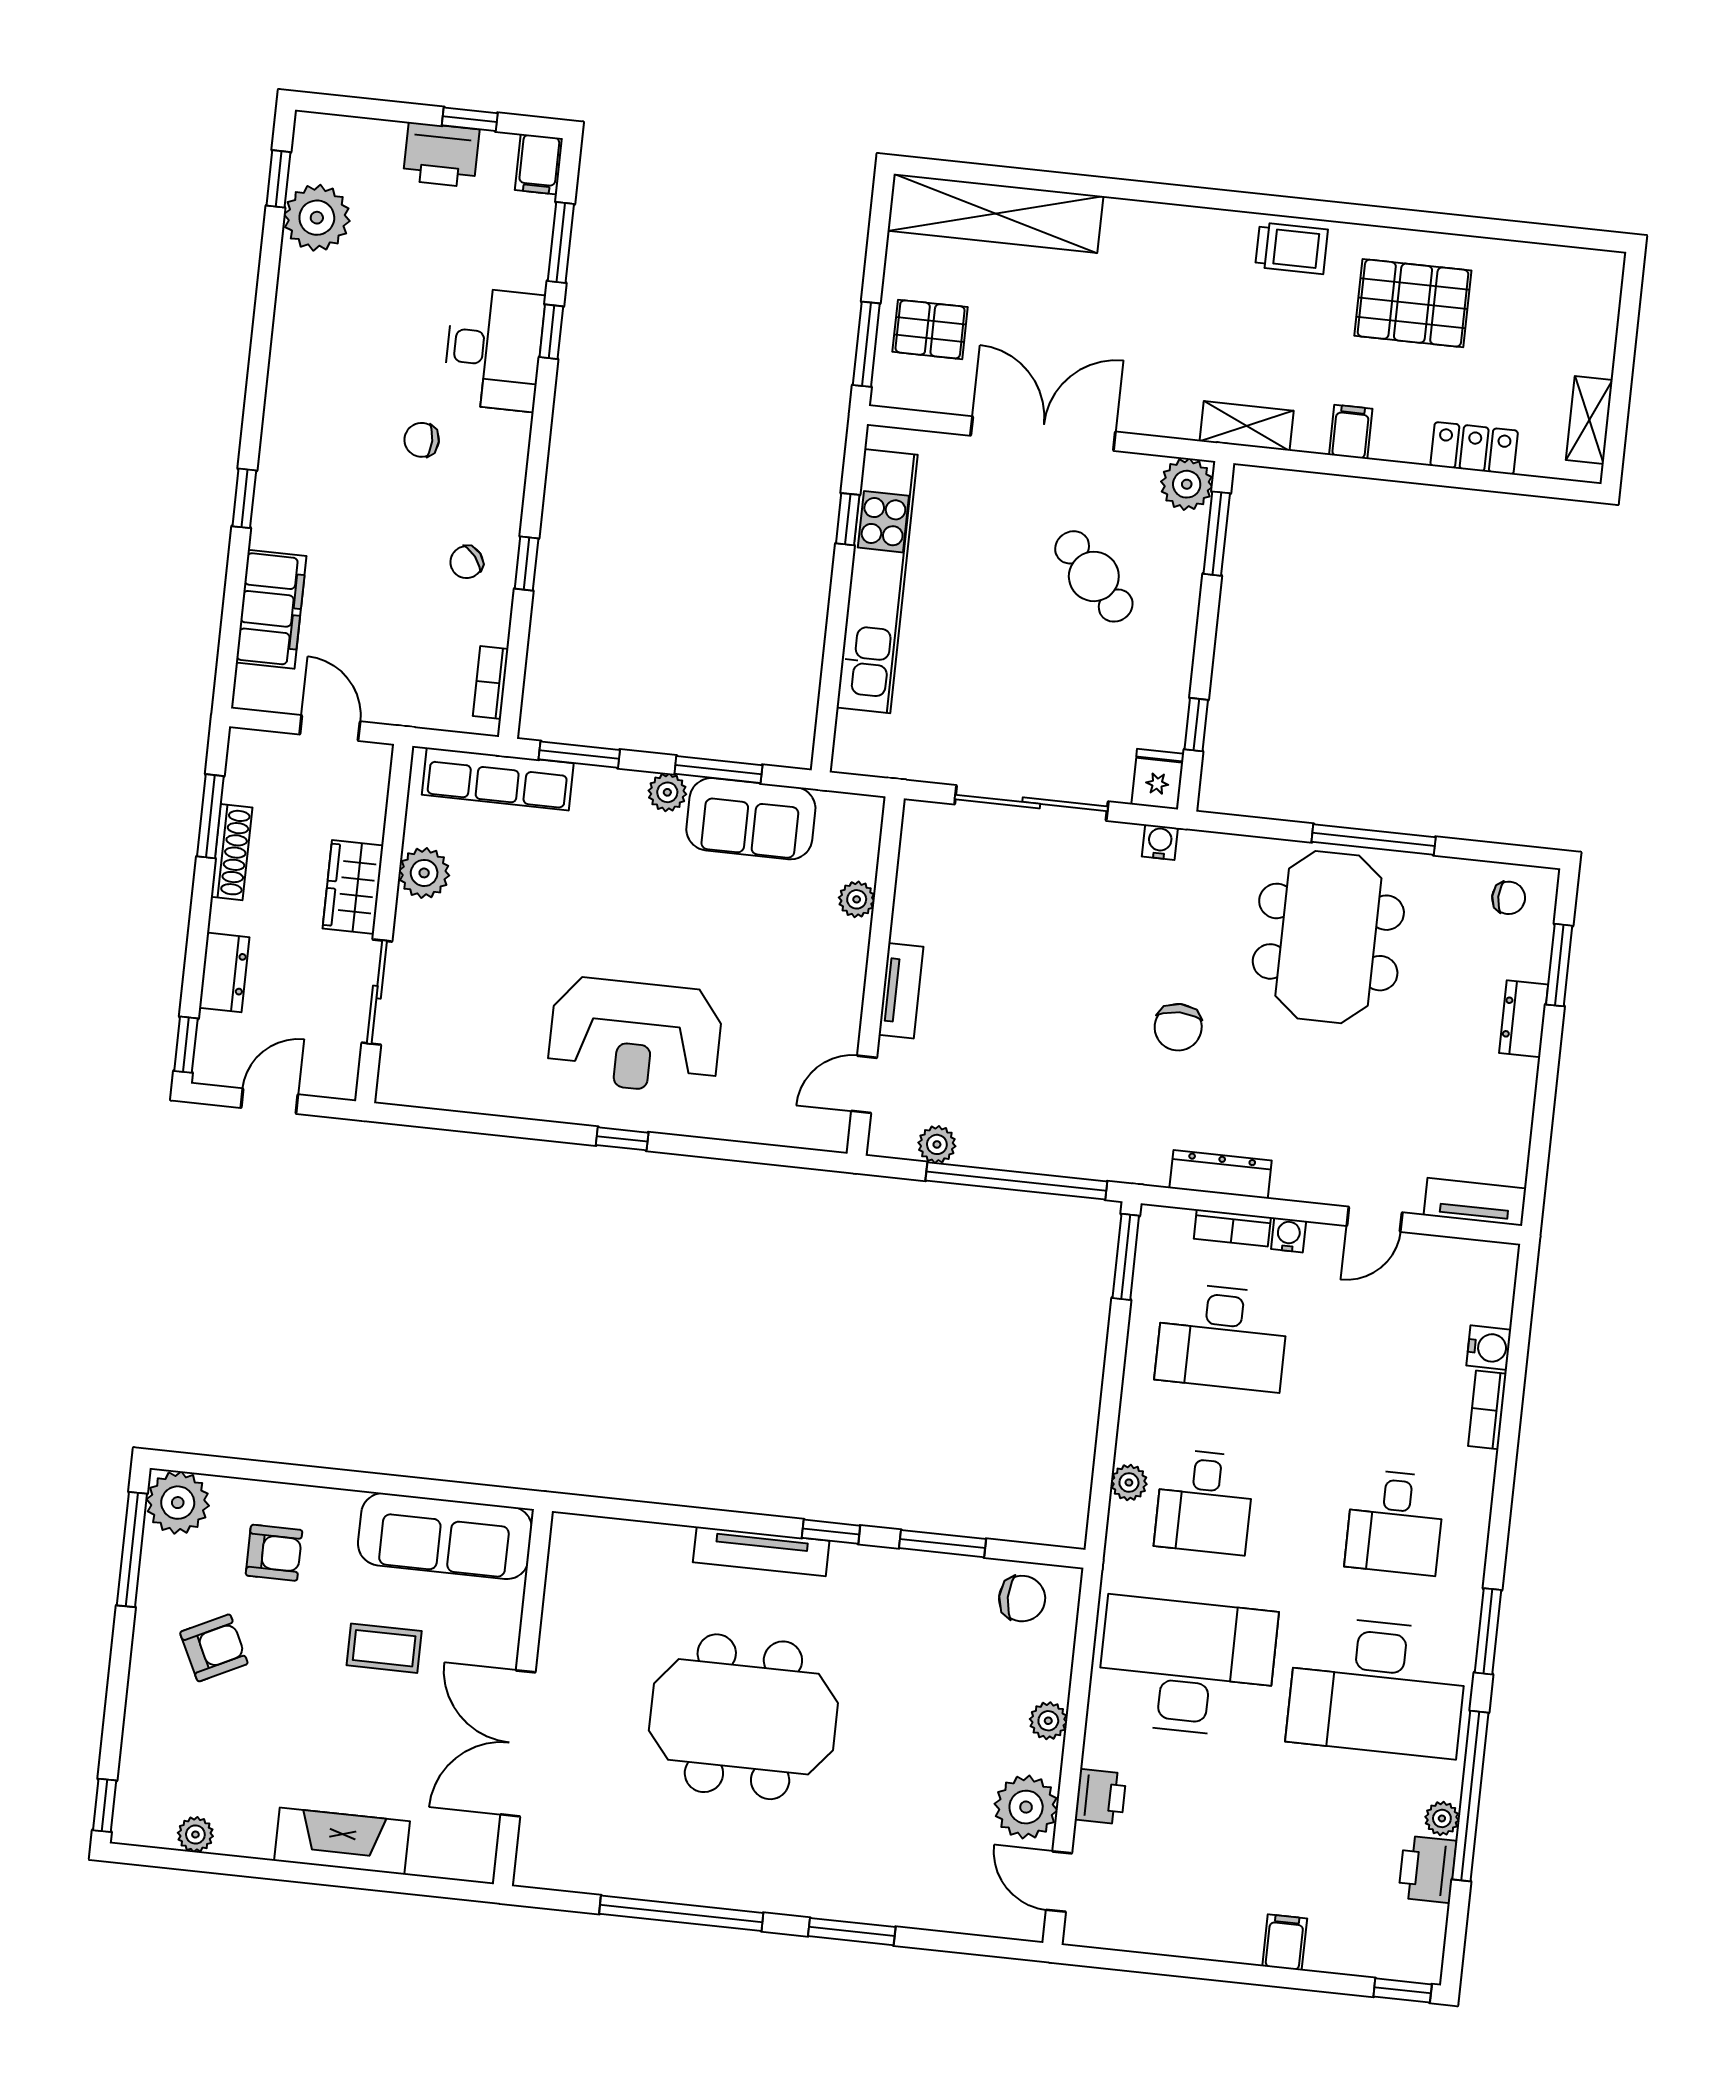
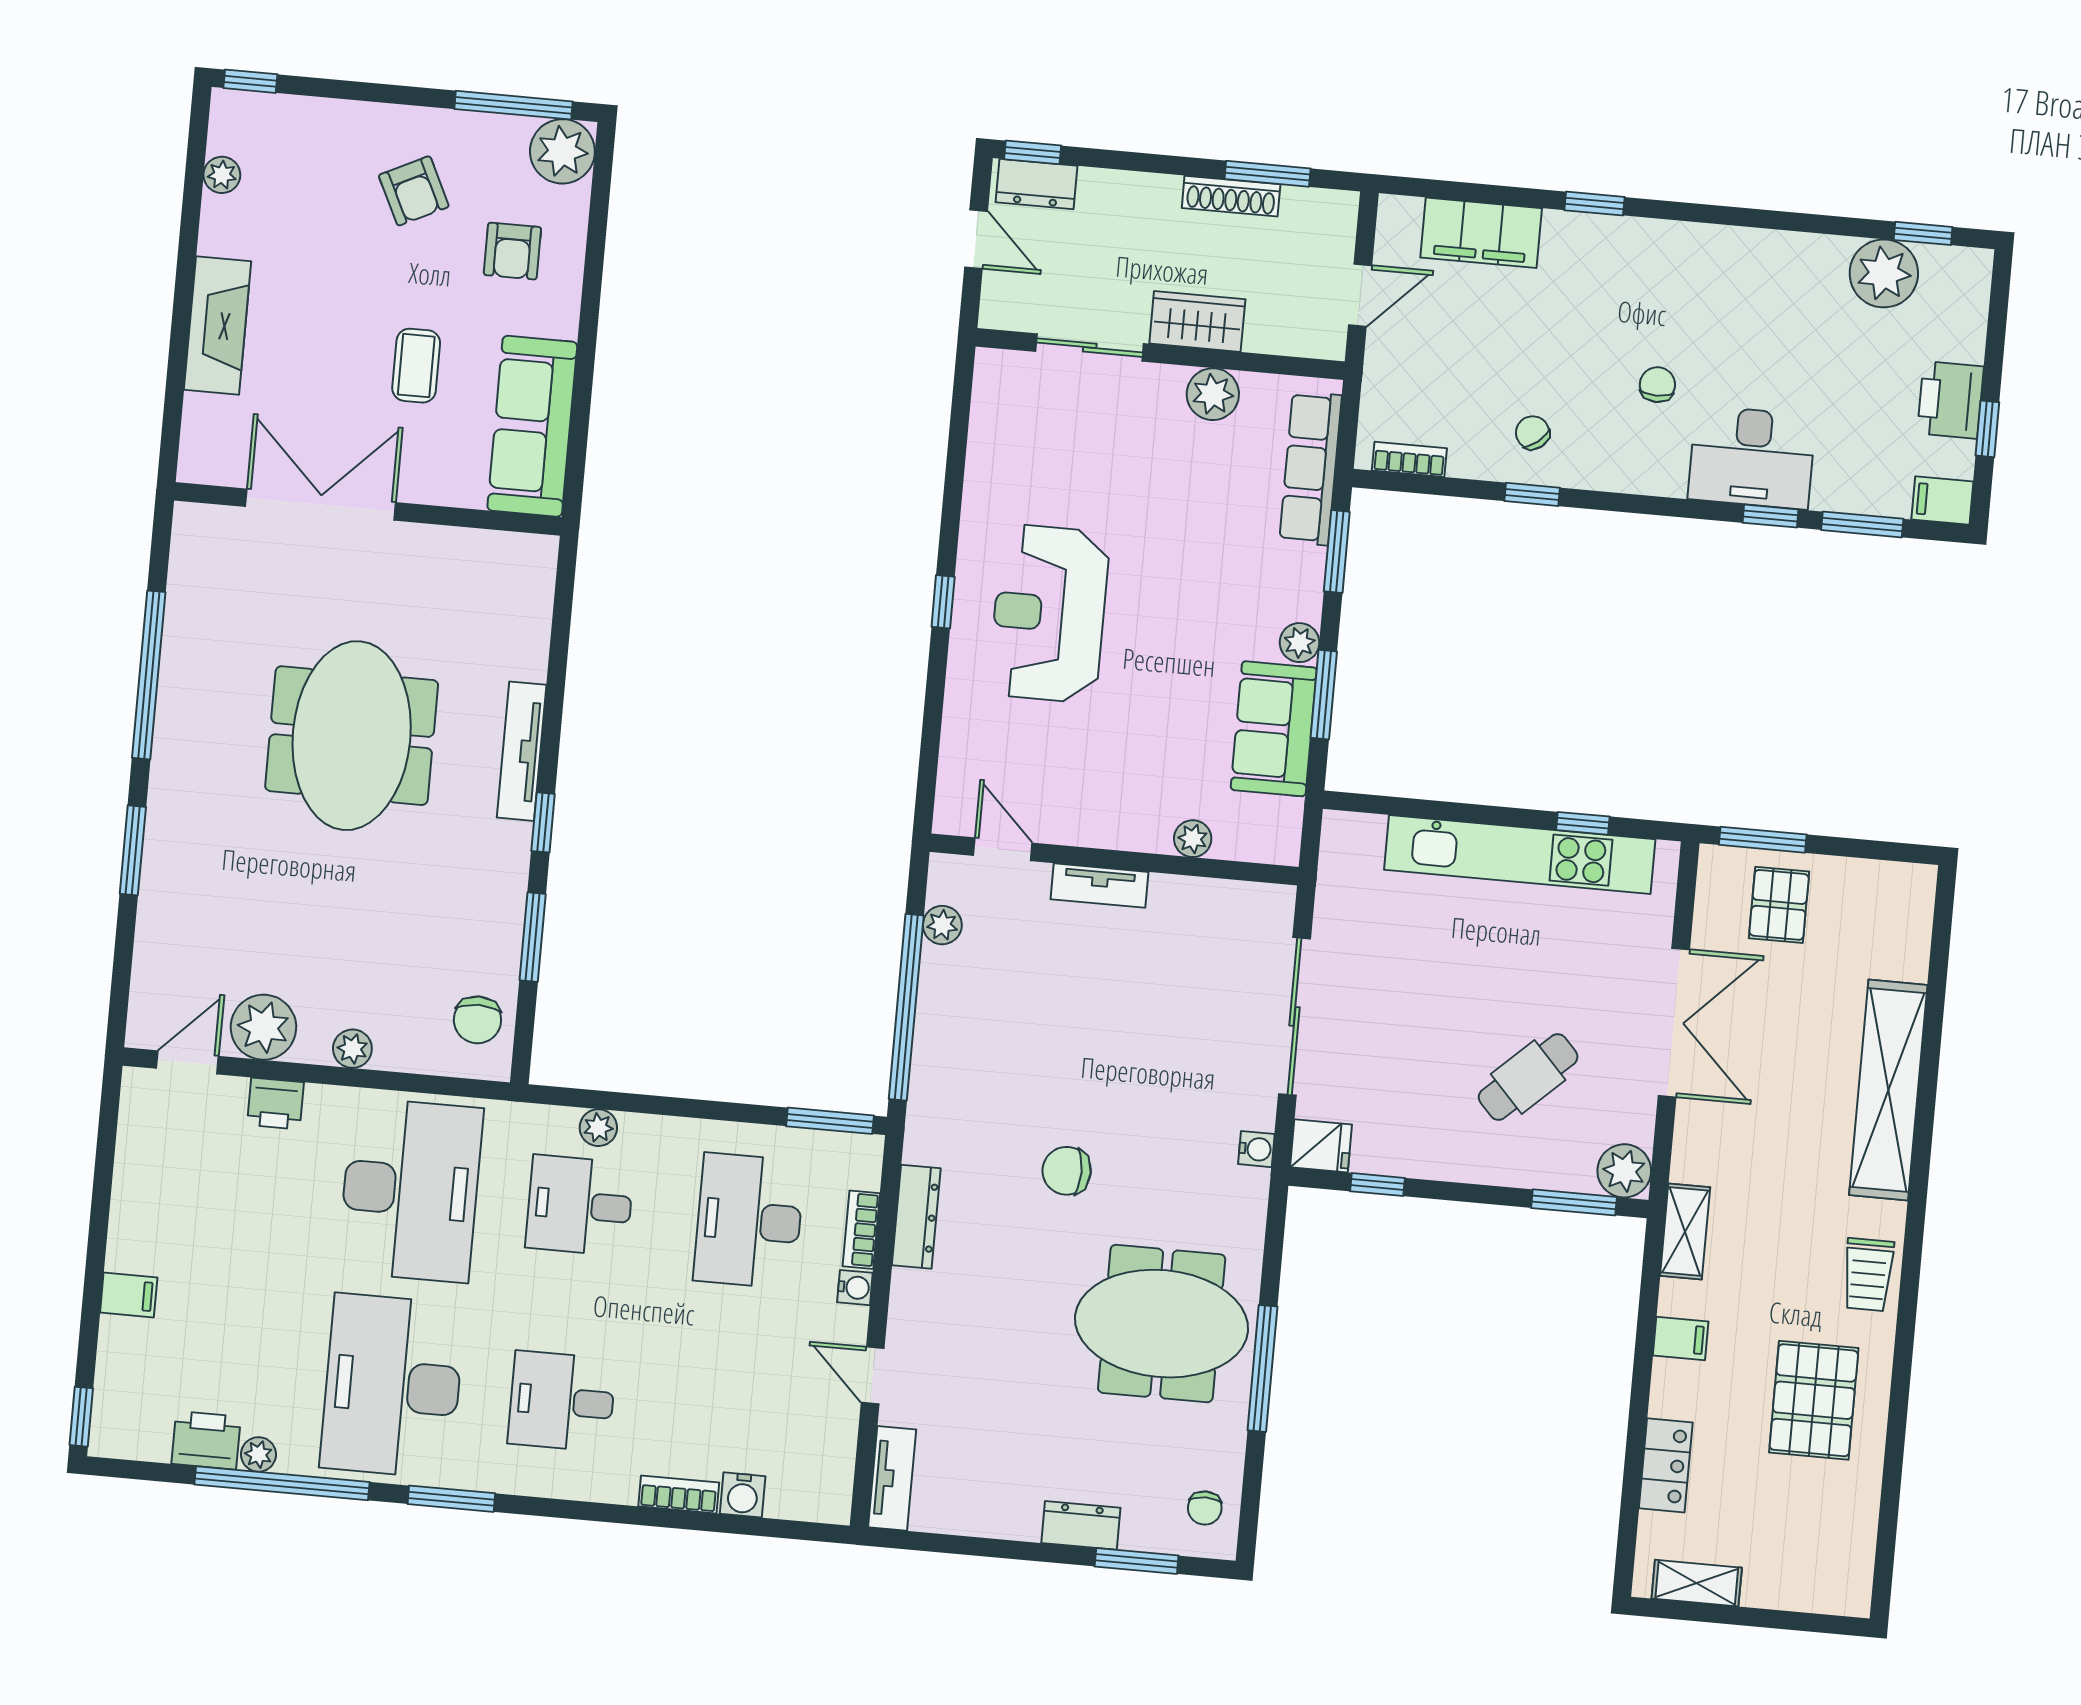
shelving: (995, 213) -> (1888, 1090), moved
dresser: (224, 972) -> (1037, 184), moved

